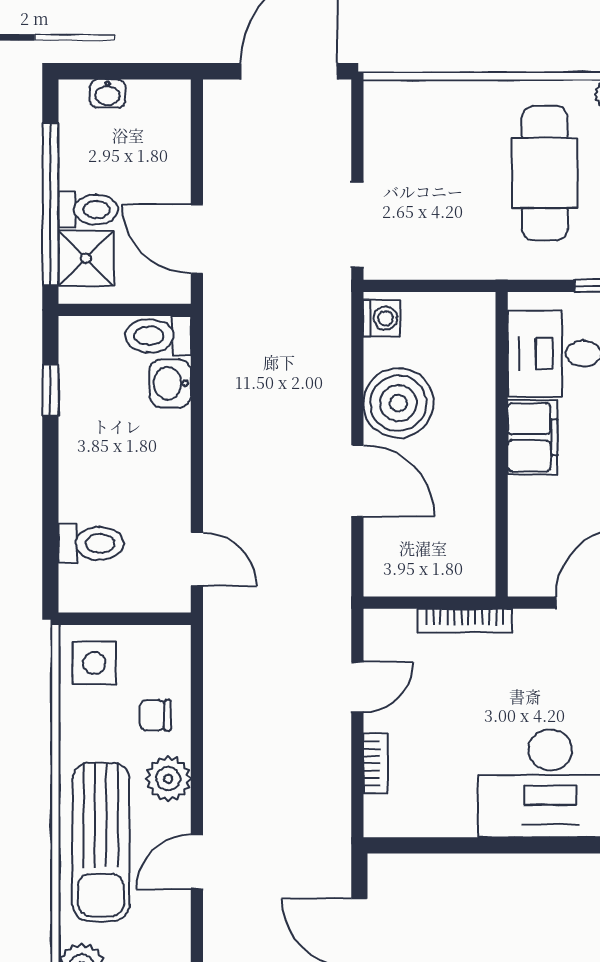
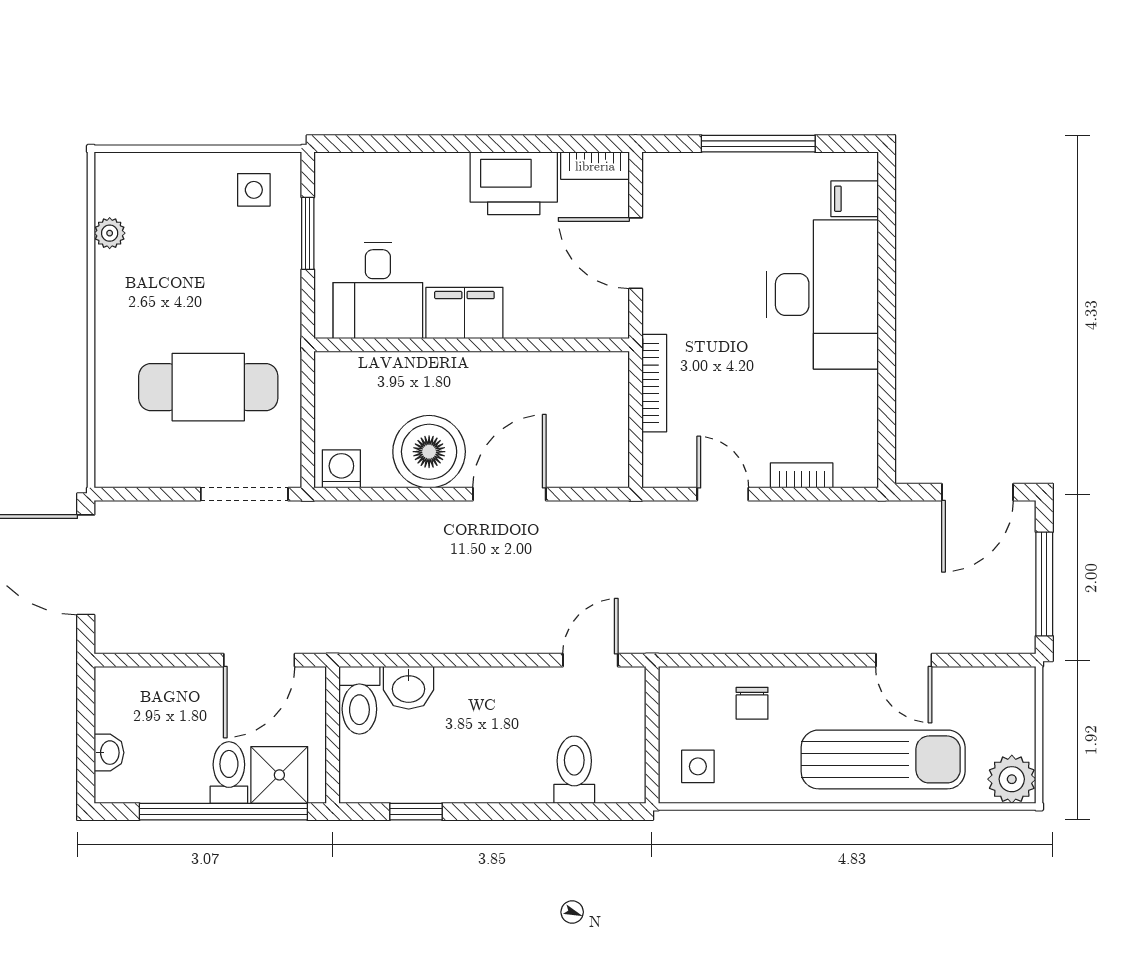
cafe table: (545, 173) -> (208, 387), moved
side table: (94, 663) -> (698, 766), width x0.73, depth x0.73
plant: (168, 779) -> (818, 690), removed

